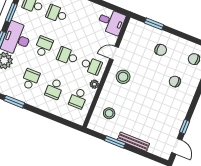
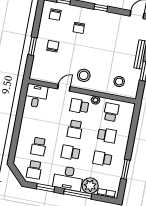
window: (154, 24) -> (32, 46), moved
door: (114, 53) -> (64, 88), swing flipped
school desk: (91, 66) -> (79, 106), turned -90
school desk: (78, 98) -> (111, 112), turned -90
window: (185, 127) -> (101, 8), moved

